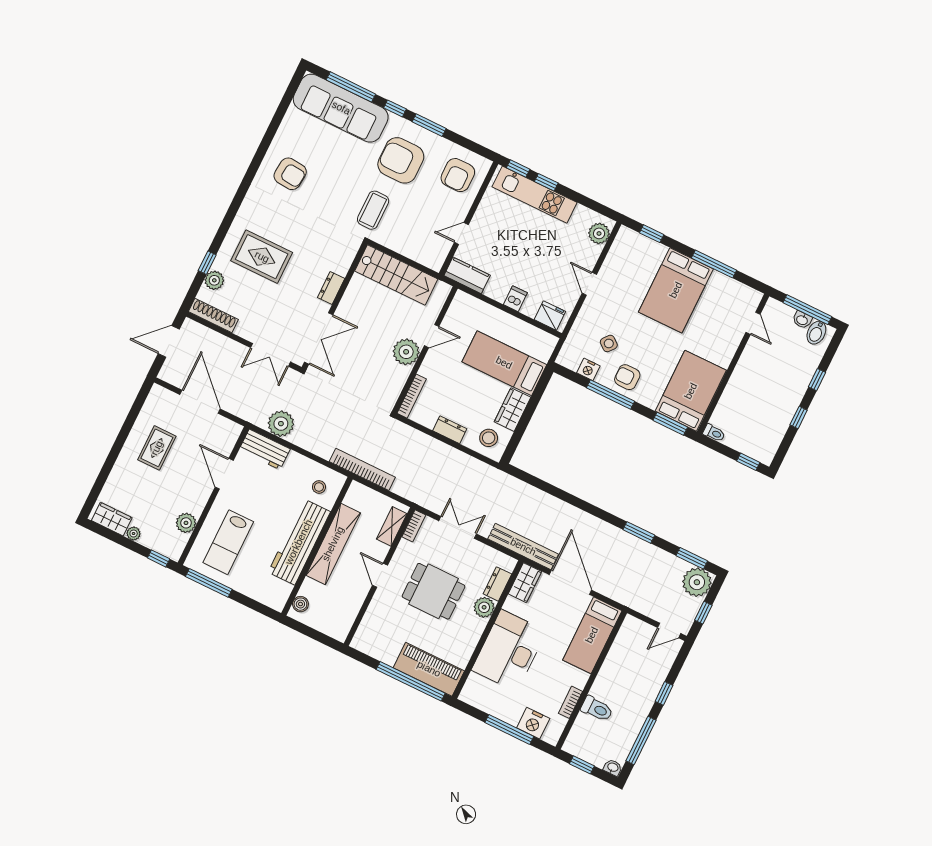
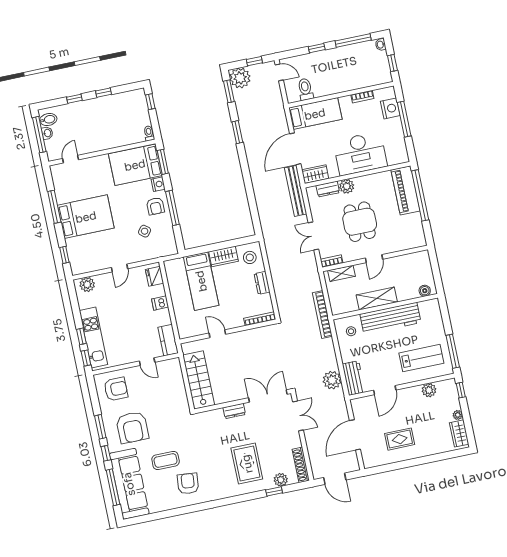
coffee table: (373, 210) -> (166, 460), moved
plant: (406, 352) -> (237, 341), removed
nightstand: (588, 369) -> (158, 184), moved
shelving: (333, 544) -> (377, 298), width x0.68
toilet: (597, 709) -> (305, 89), moved

